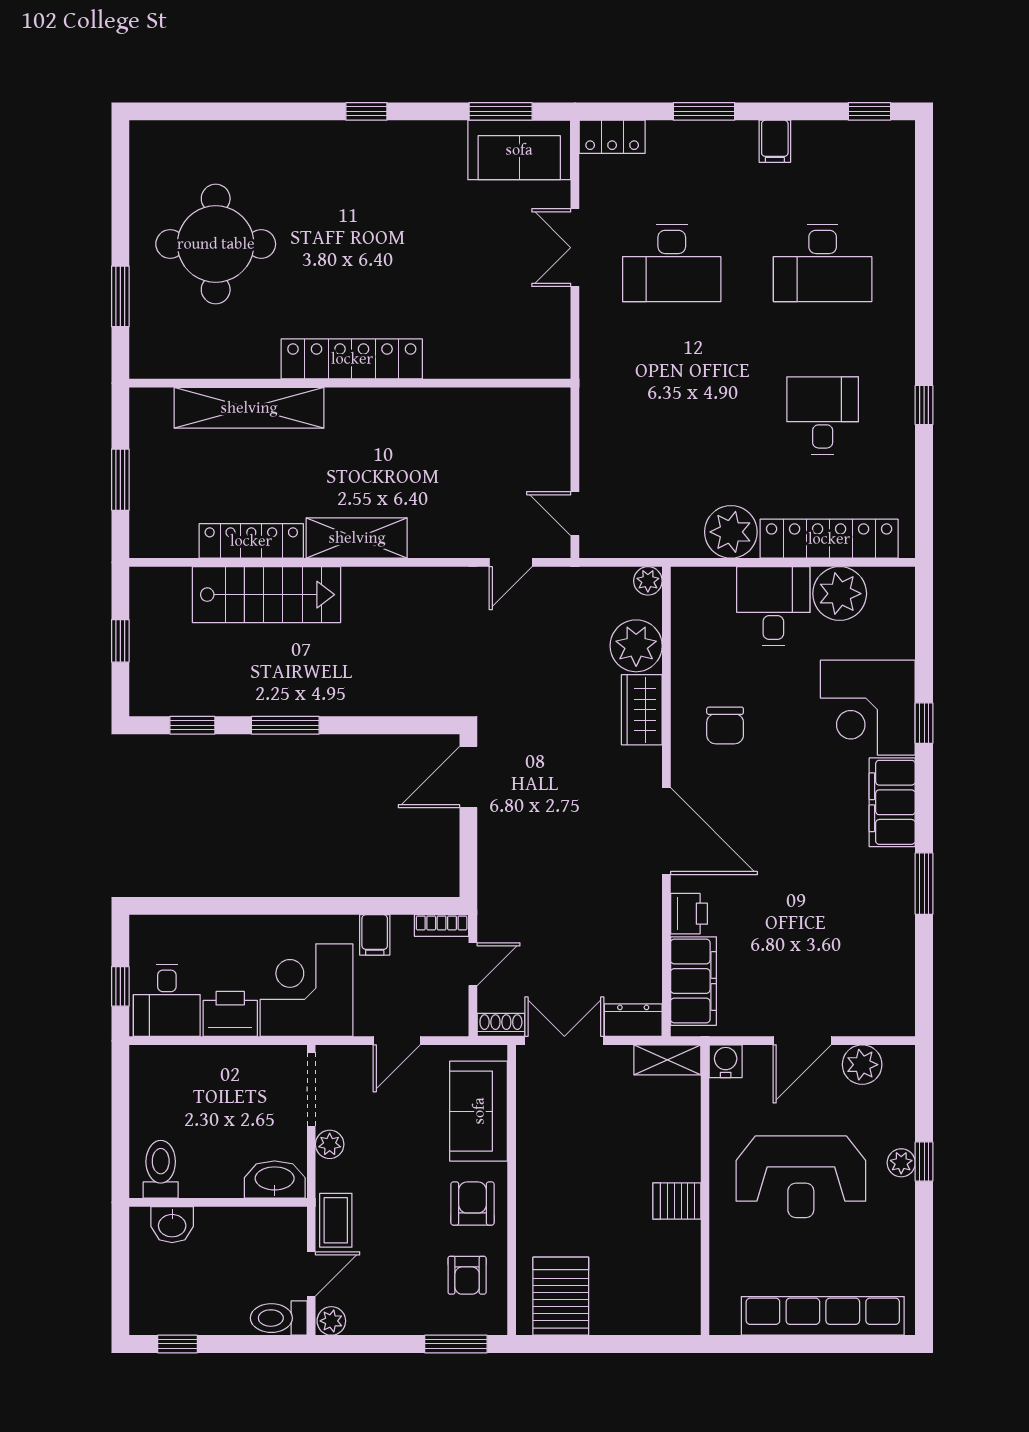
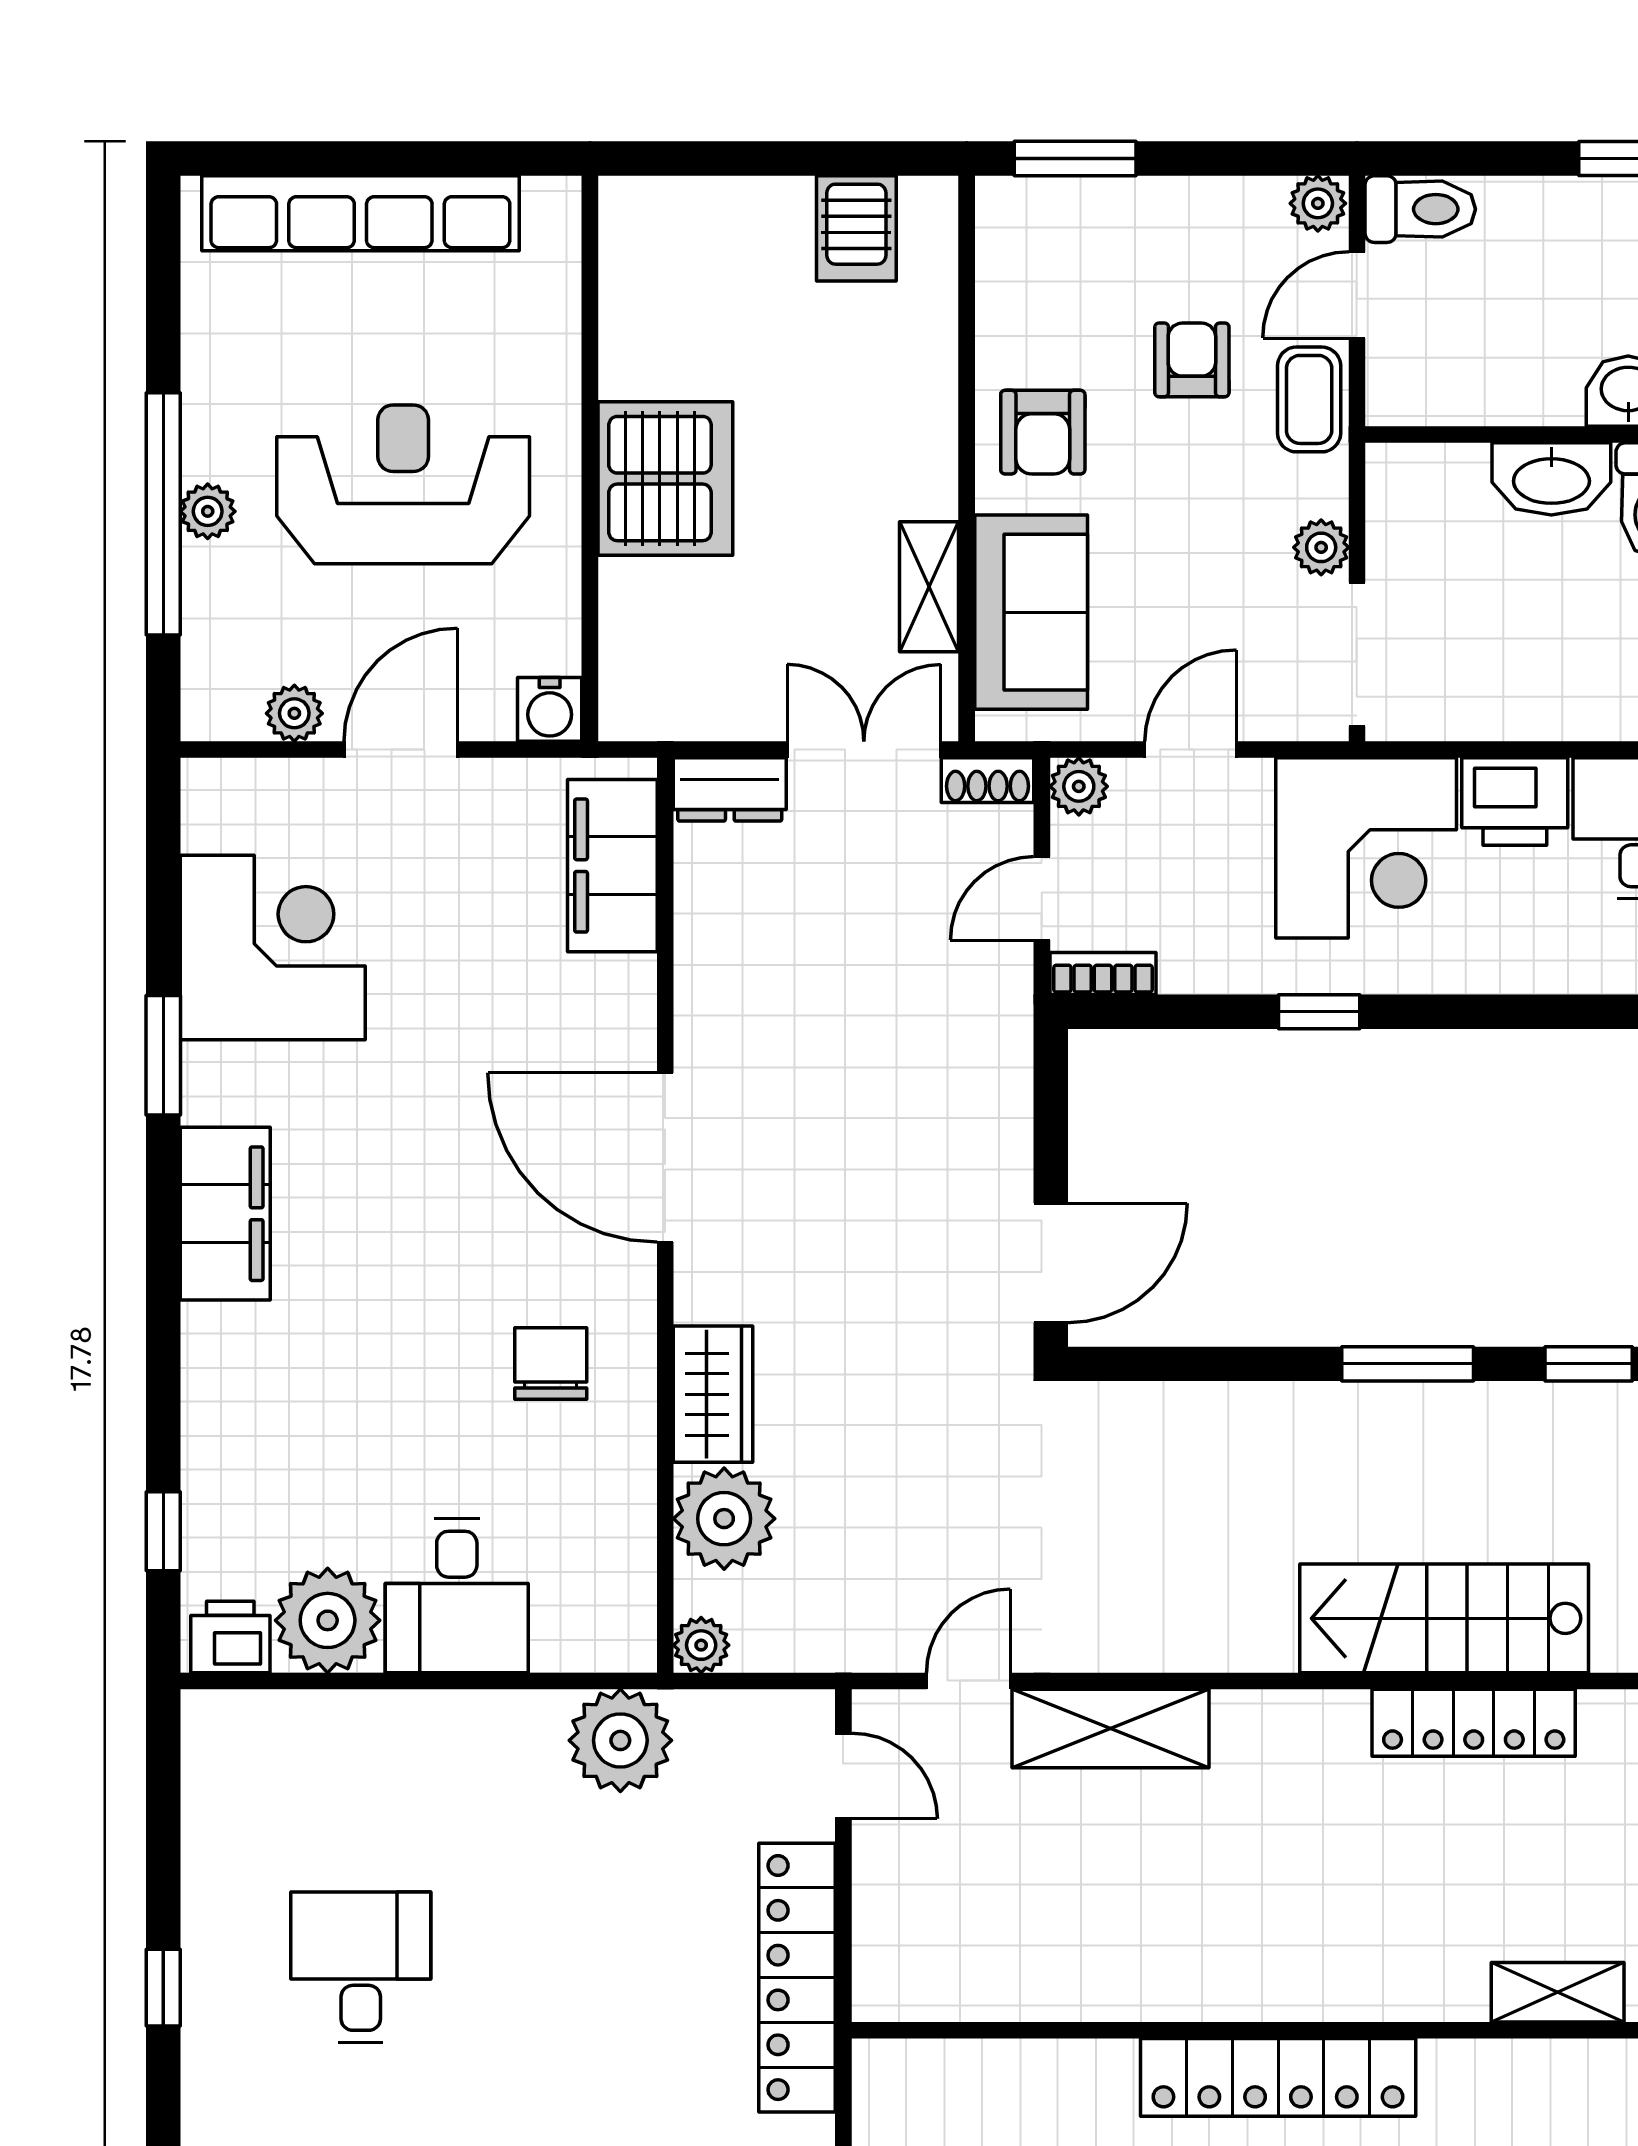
shelving: (249, 408) -> (1558, 1992), width x0.45, depth x0.75
desk: (823, 416) -> (361, 1967), turned 180
plant: (731, 532) -> (620, 1740), moved
shelving: (357, 538) -> (1111, 1729), moved
locker: (829, 539) -> (797, 1978), moved, turned 90
corner desk: (868, 708) -> (273, 947), moved
window: (924, 723) -> (163, 1531), moved
window: (331, 906) -> (1319, 1012), added
printer: (689, 914) -> (230, 1637), moved, turned 90
filing cabinet: (375, 935) -> (1233, 955), removed
plant: (454, 1022) -> (1079, 786), added
double door: (564, 1041) -> (864, 750), swing flipped
shelving: (667, 1060) -> (929, 587), moved, turned 90
plant: (862, 1065) -> (294, 713), width x0.73, depth x0.73
window: (924, 1162) -> (163, 514), width x3.17
washbasin: (275, 1180) -> (1551, 479), moved
server rack: (677, 1201) -> (665, 479), width x2.18, depth x1.44
armchair: (467, 1275) -> (1192, 360), moved
server rack: (561, 1296) -> (856, 228), width x0.73, depth x0.70

